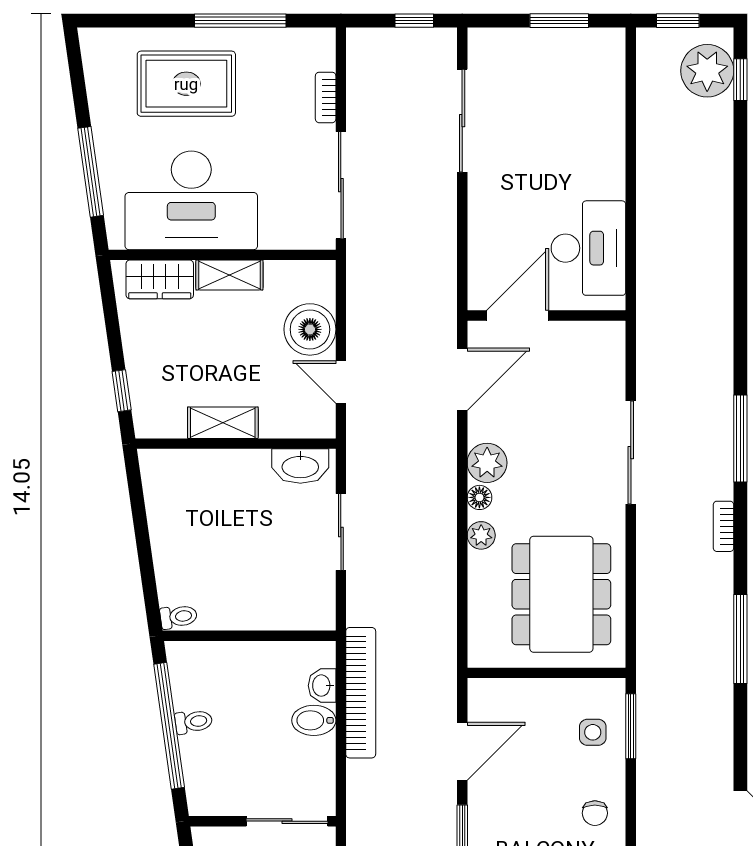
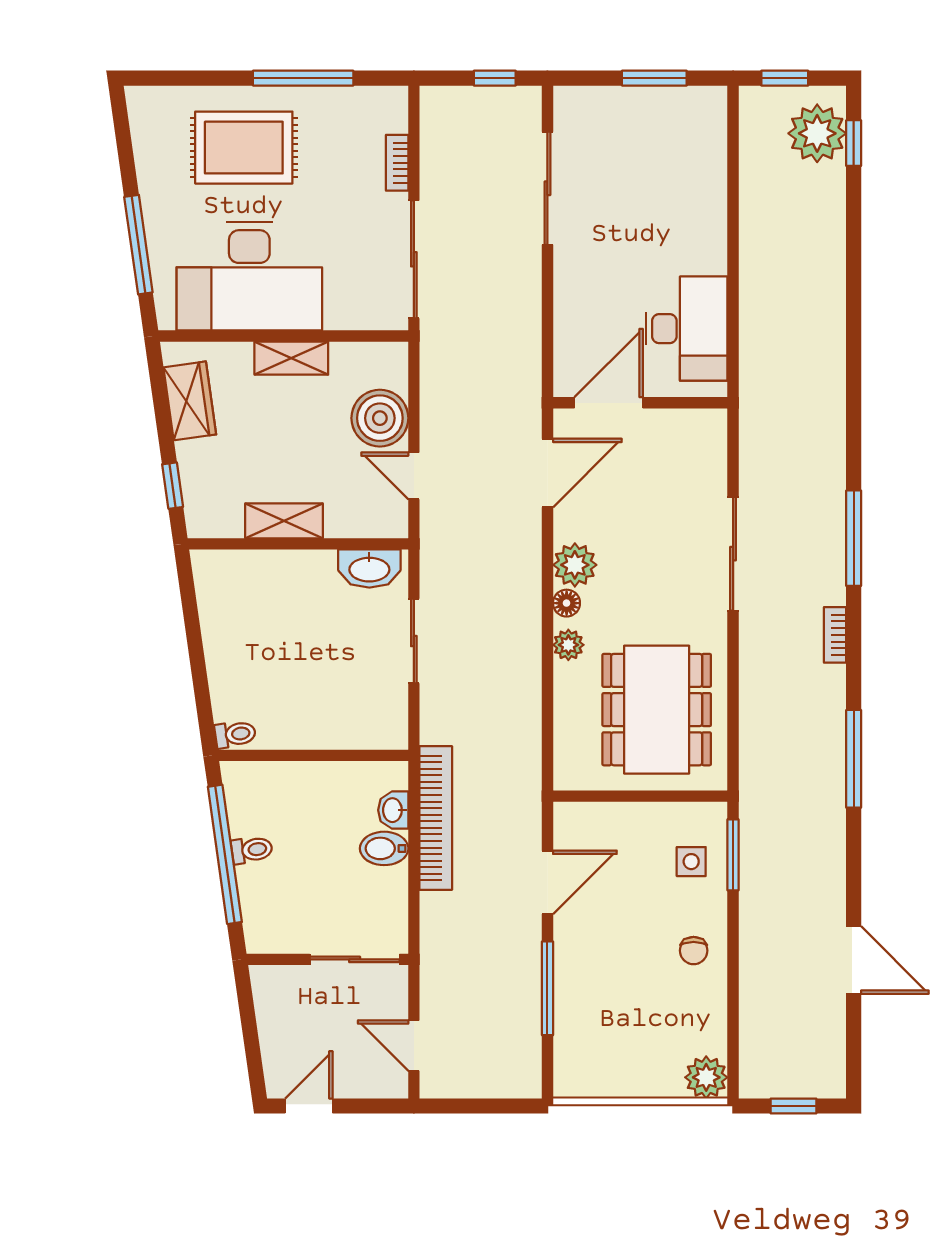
wardrobe: (160, 279) -> (190, 401), moved, turned -98

